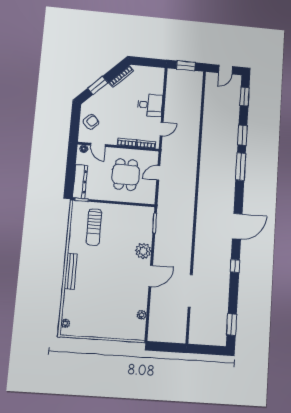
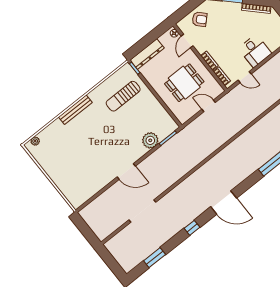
plant: (143, 251) -> (150, 140), moved
plant: (142, 315) -> (92, 191), removed
window: (232, 325) -> (155, 258), moved

